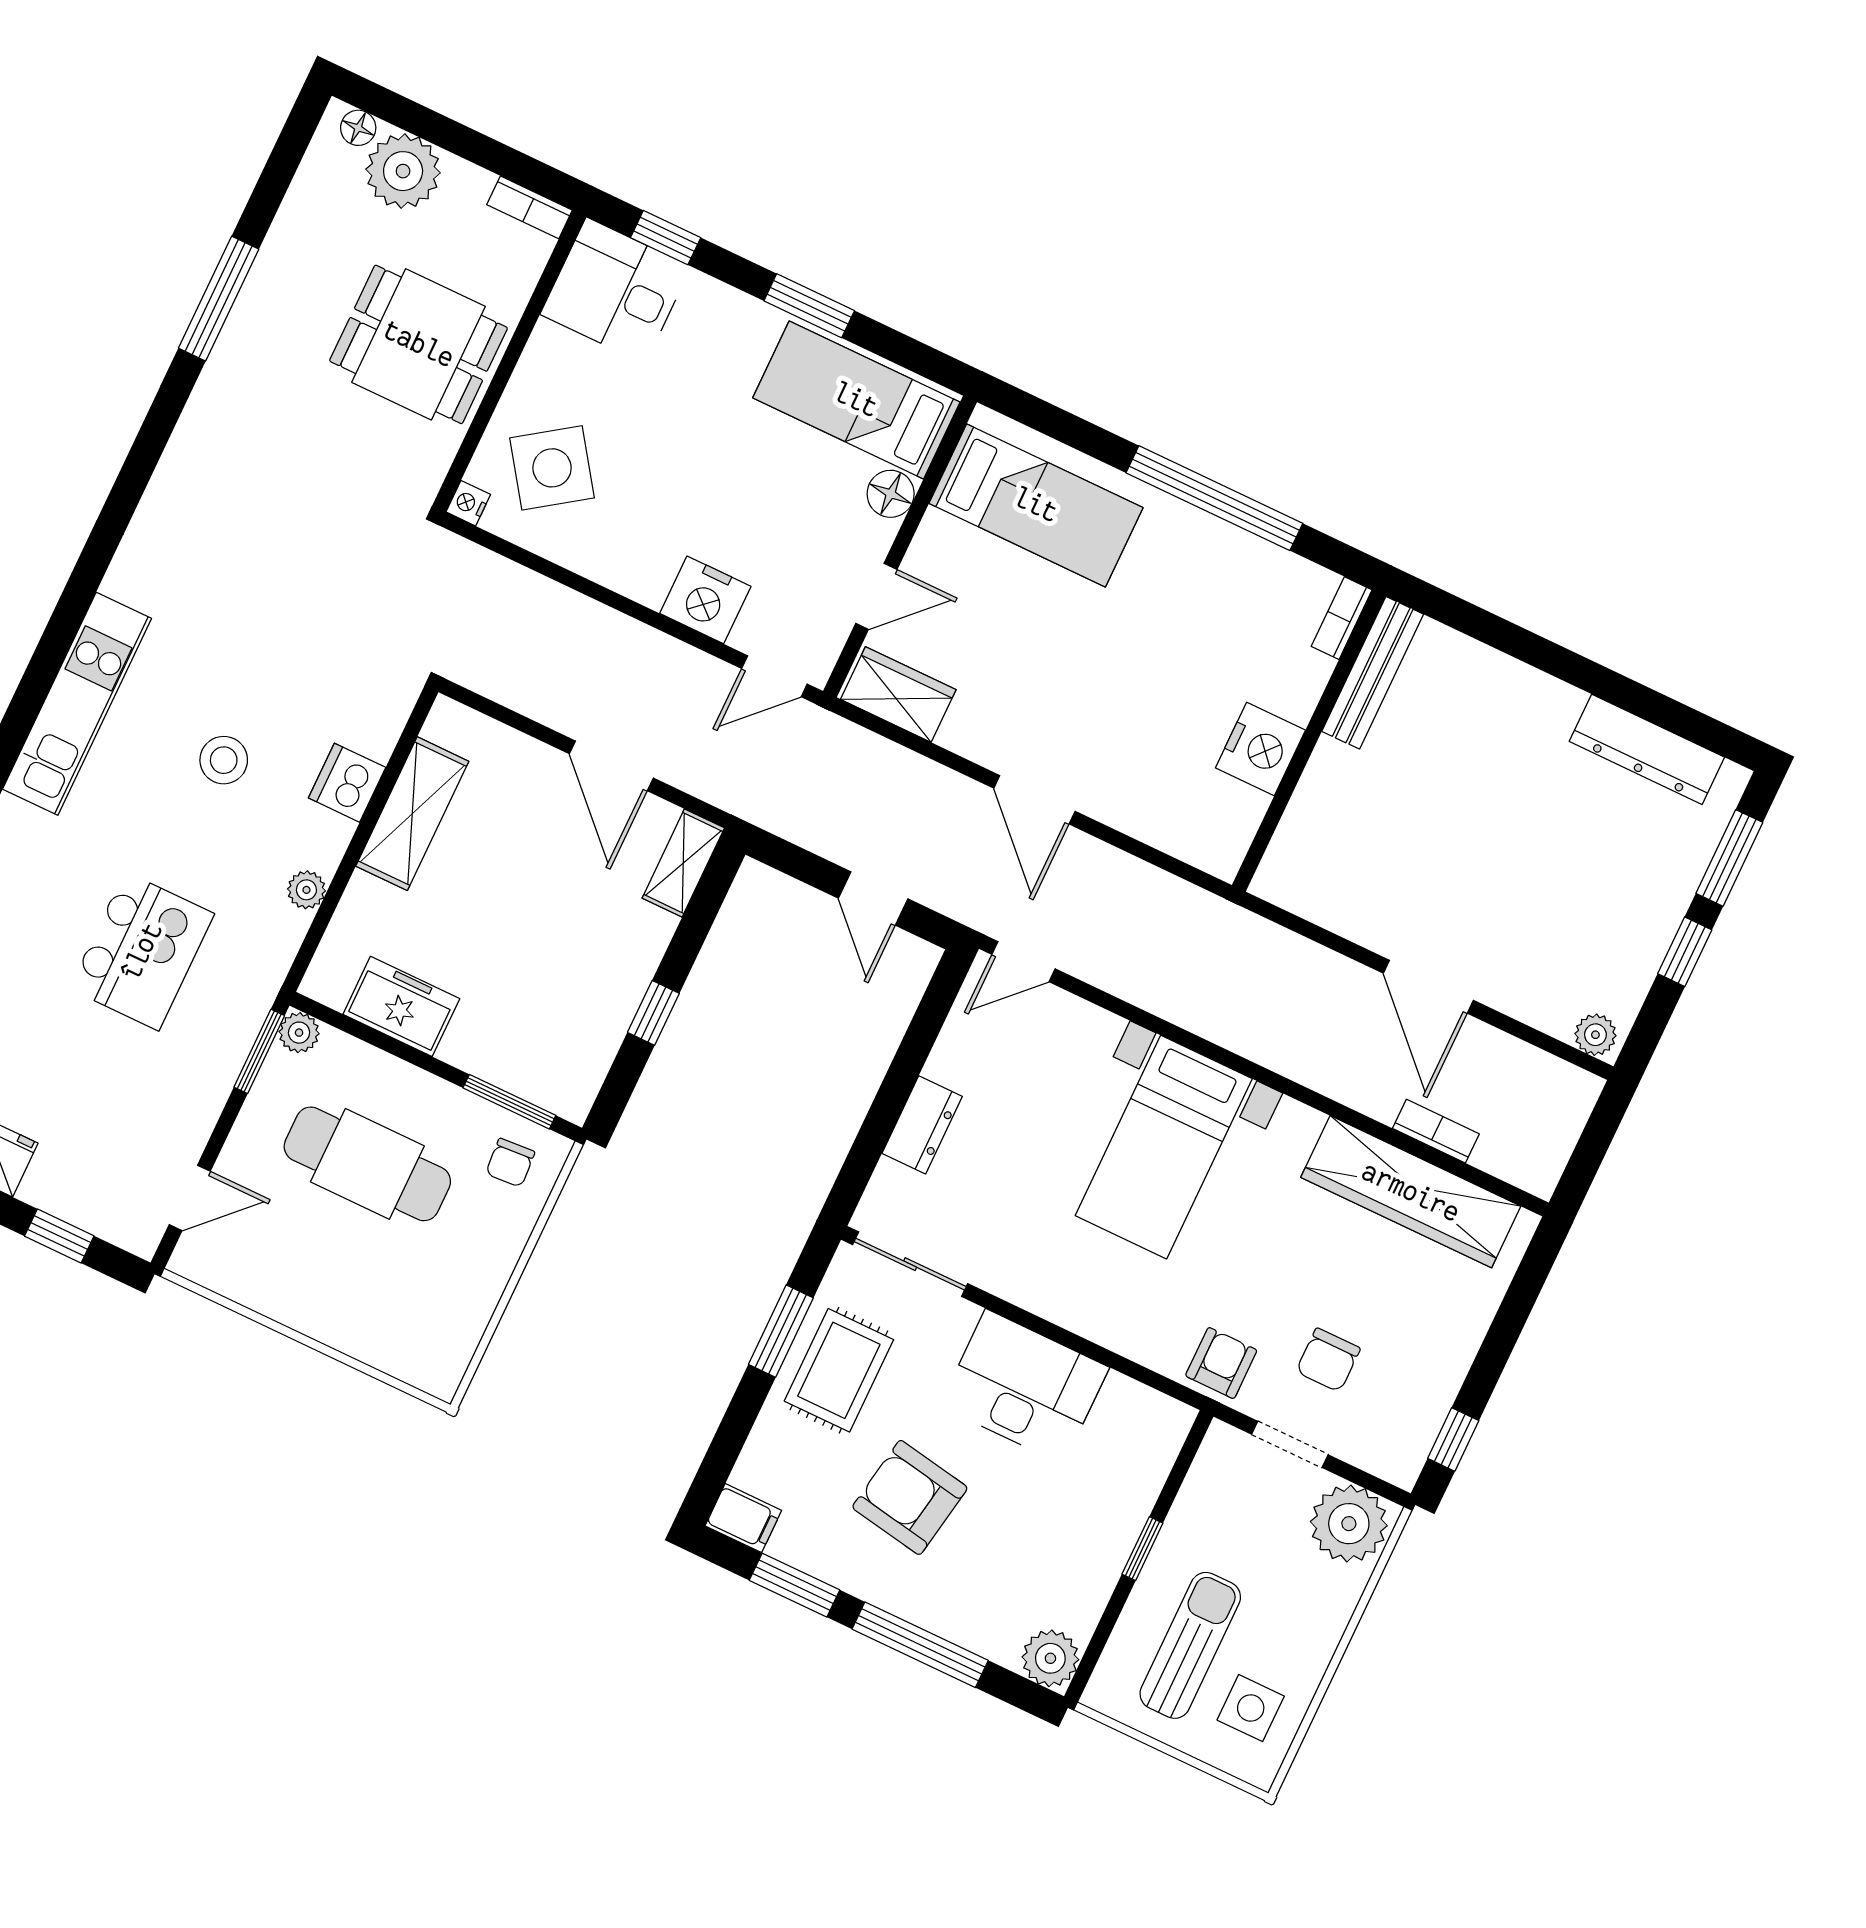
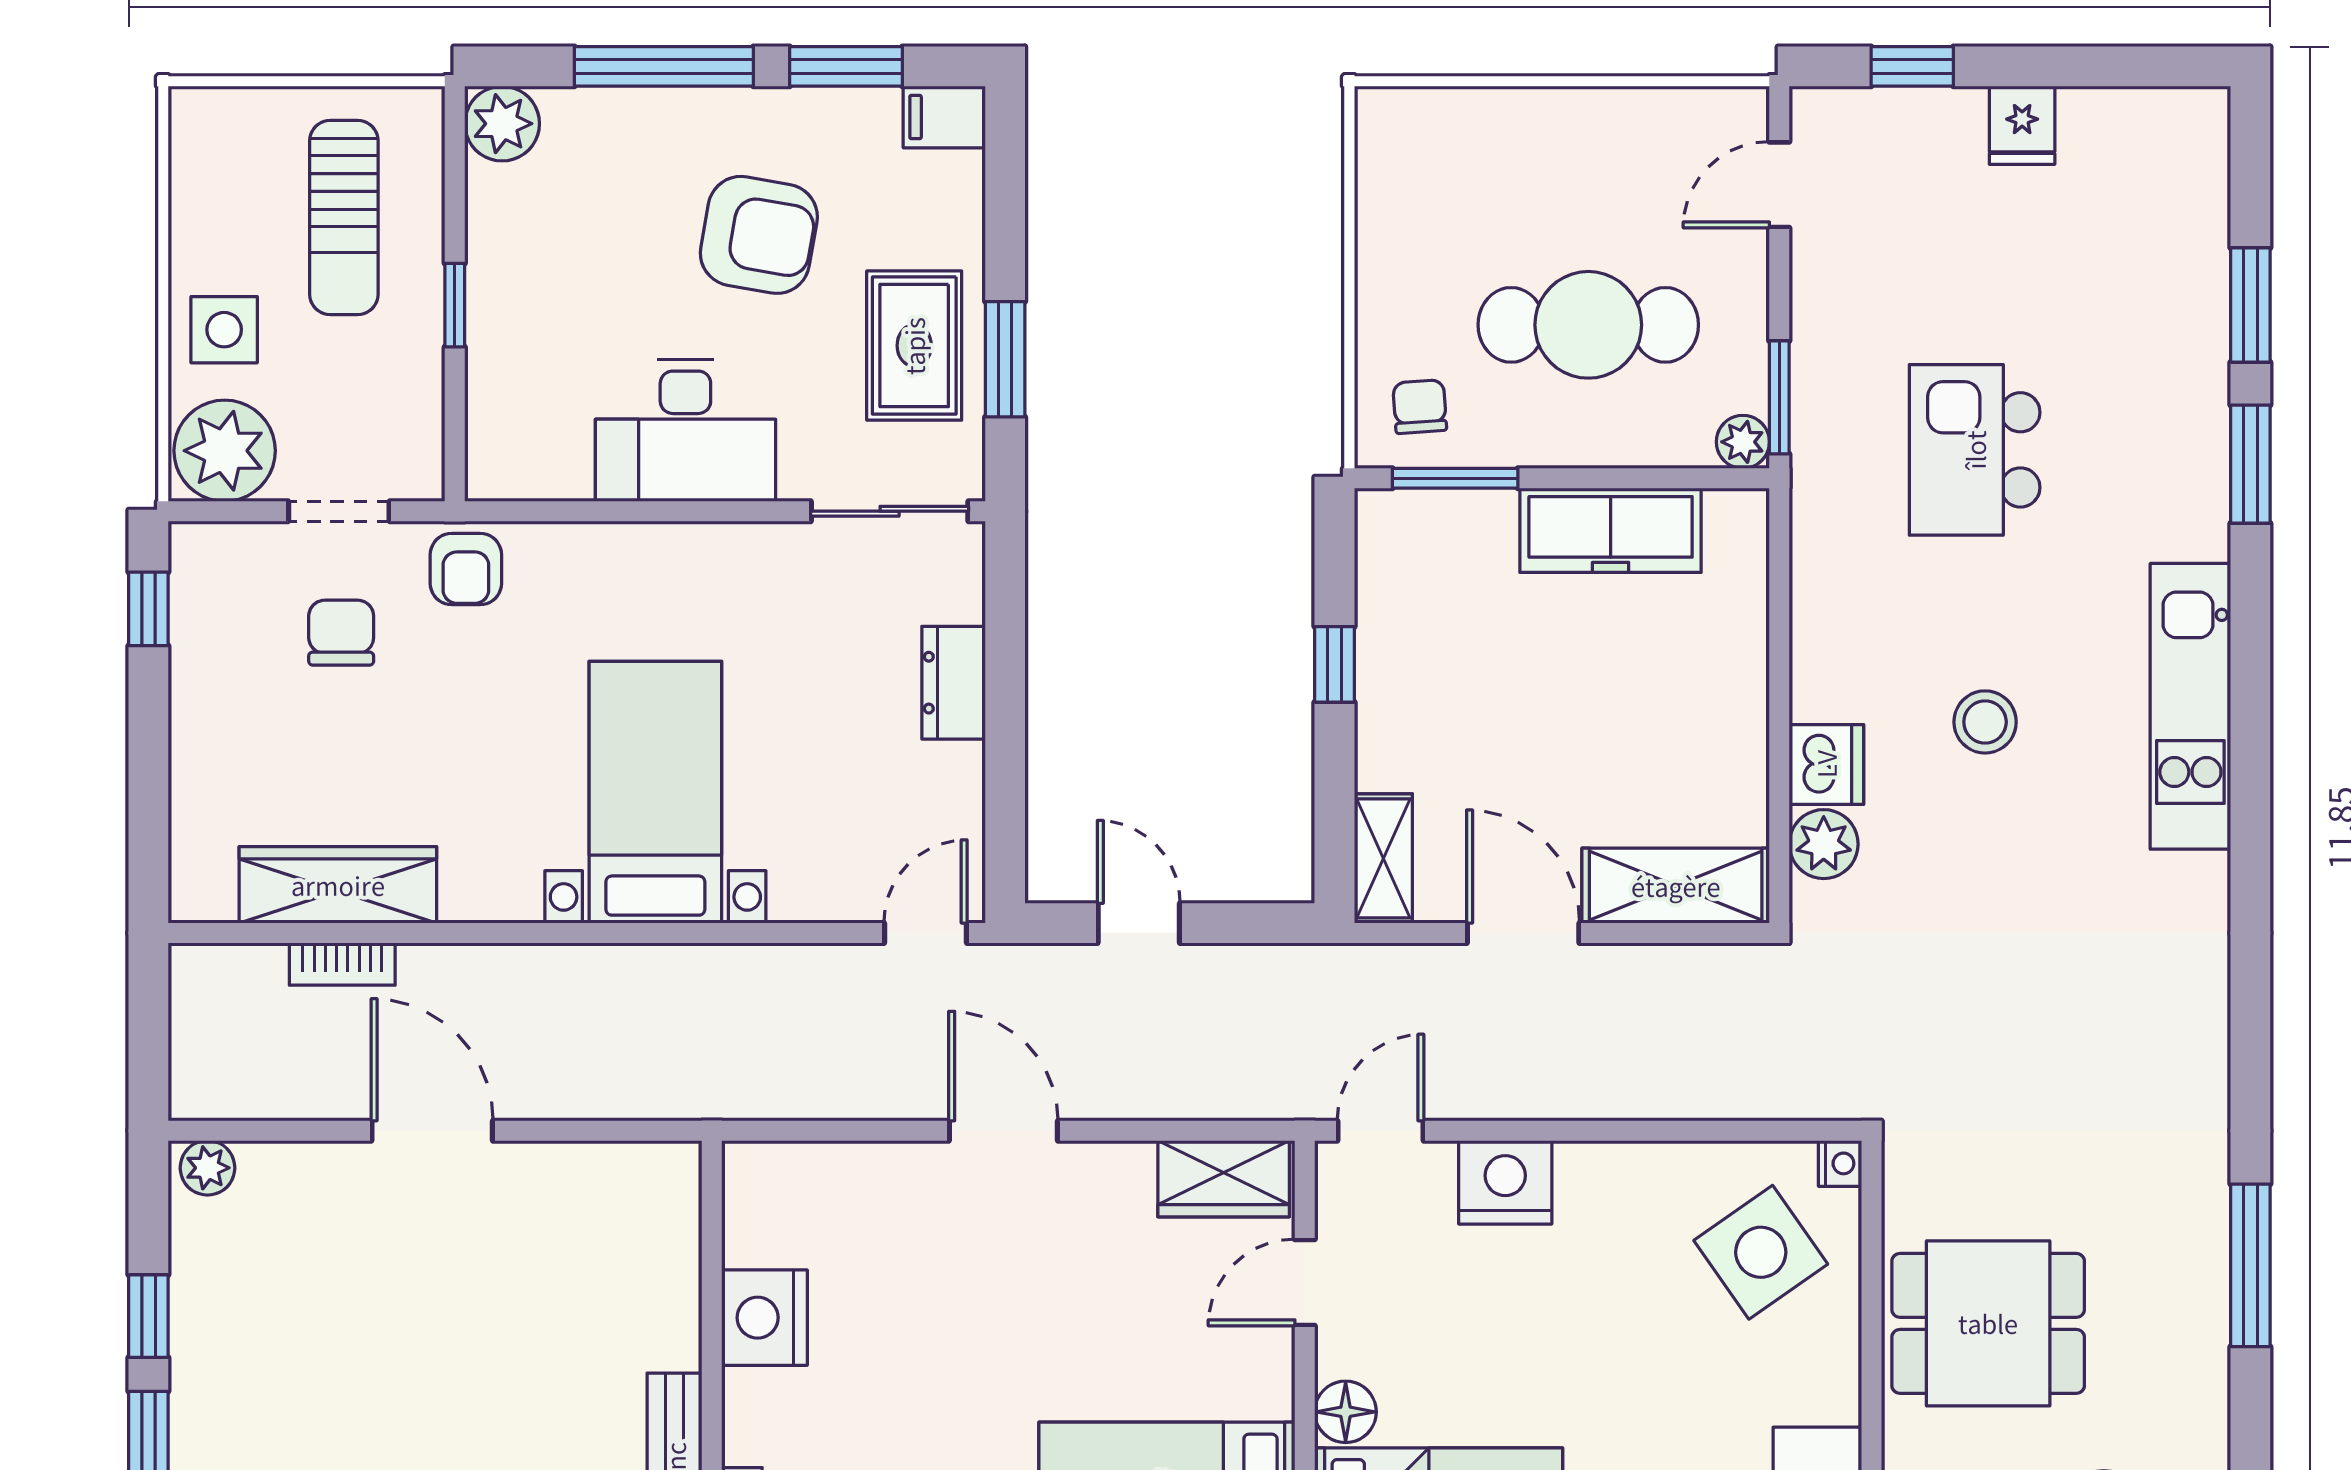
shelving: (412, 814) -> (1676, 886), moved, turned 90
plant: (306, 890) -> (1824, 844), moved, width x1.38, depth x1.38
freezer: (401, 1006) -> (1611, 530), width x1.40
wardrobe: (1411, 1192) -> (338, 885), width x0.71, depth x0.85
side table: (1251, 1708) -> (224, 330), moved

